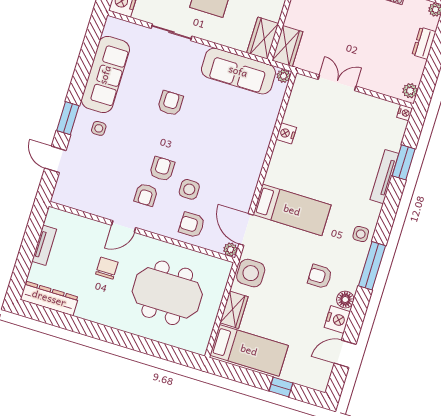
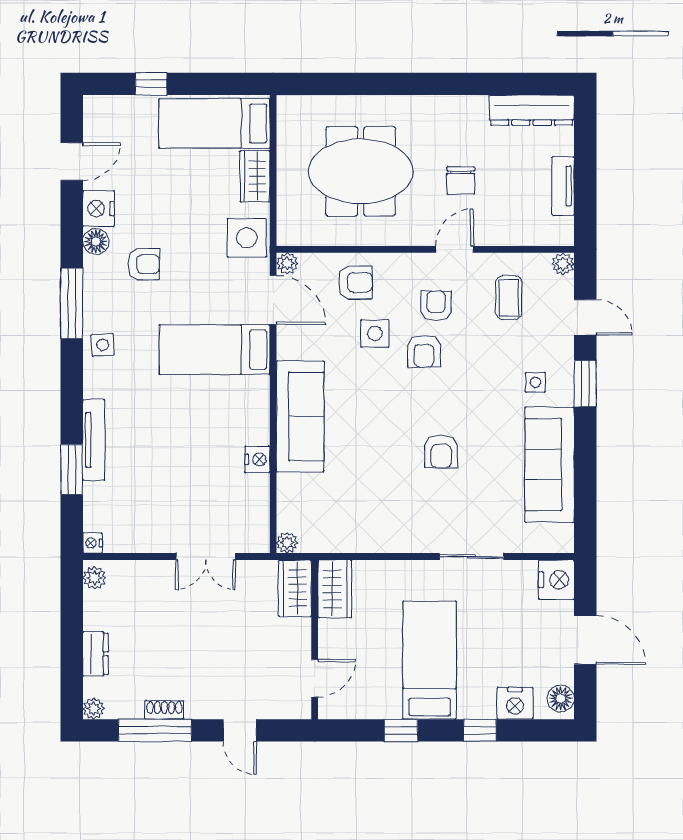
sofa: (238, 71) -> (300, 416), moved, turned 90
coffee table: (99, 186) -> (509, 298), added
plant: (59, 197) -> (563, 264), added

